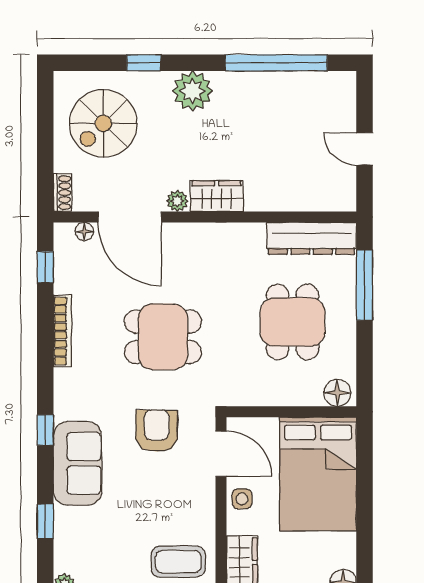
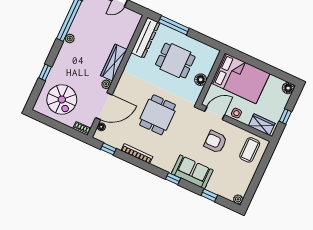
plant: (192, 91) -> (70, 38), moved, width x0.53, depth x0.53
wardrobe: (217, 196) -> (114, 63), width x1.50
floor lamp: (337, 393) -> (201, 80), moved
armchair: (157, 431) -> (215, 142), moved

